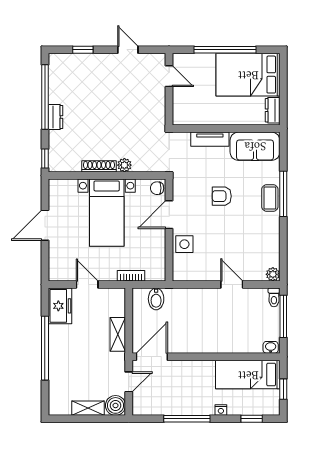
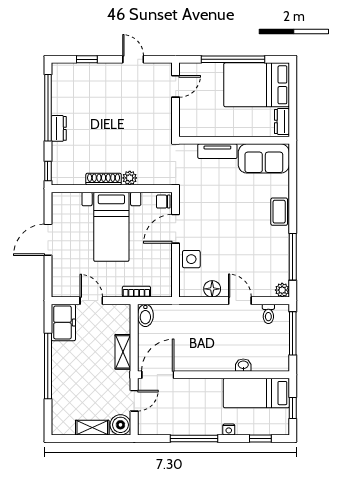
door: (169, 76) -> (176, 86), hinge flipped
window: (283, 194) -> (293, 257), moved
armchair: (222, 196) -> (230, 210), removed
floor lamp: (205, 273) -> (212, 289), added
toilet: (274, 297) -> (268, 314), moved
bidet: (156, 299) -> (145, 315), moved
washbasin: (271, 347) -> (243, 365), moved

